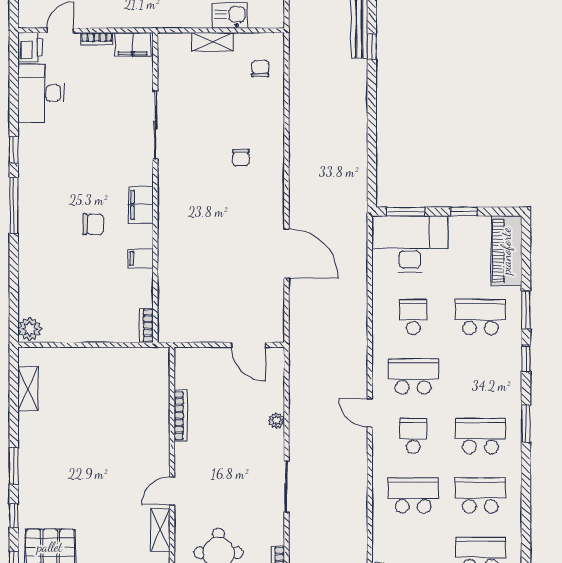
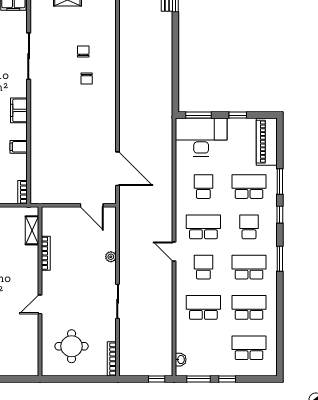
chair: (260, 69) -> (83, 51), moved
door: (286, 254) -> (118, 169), moved
school desk: (480, 377) -> (249, 227), added
shelving: (160, 530) -> (32, 230), moved

